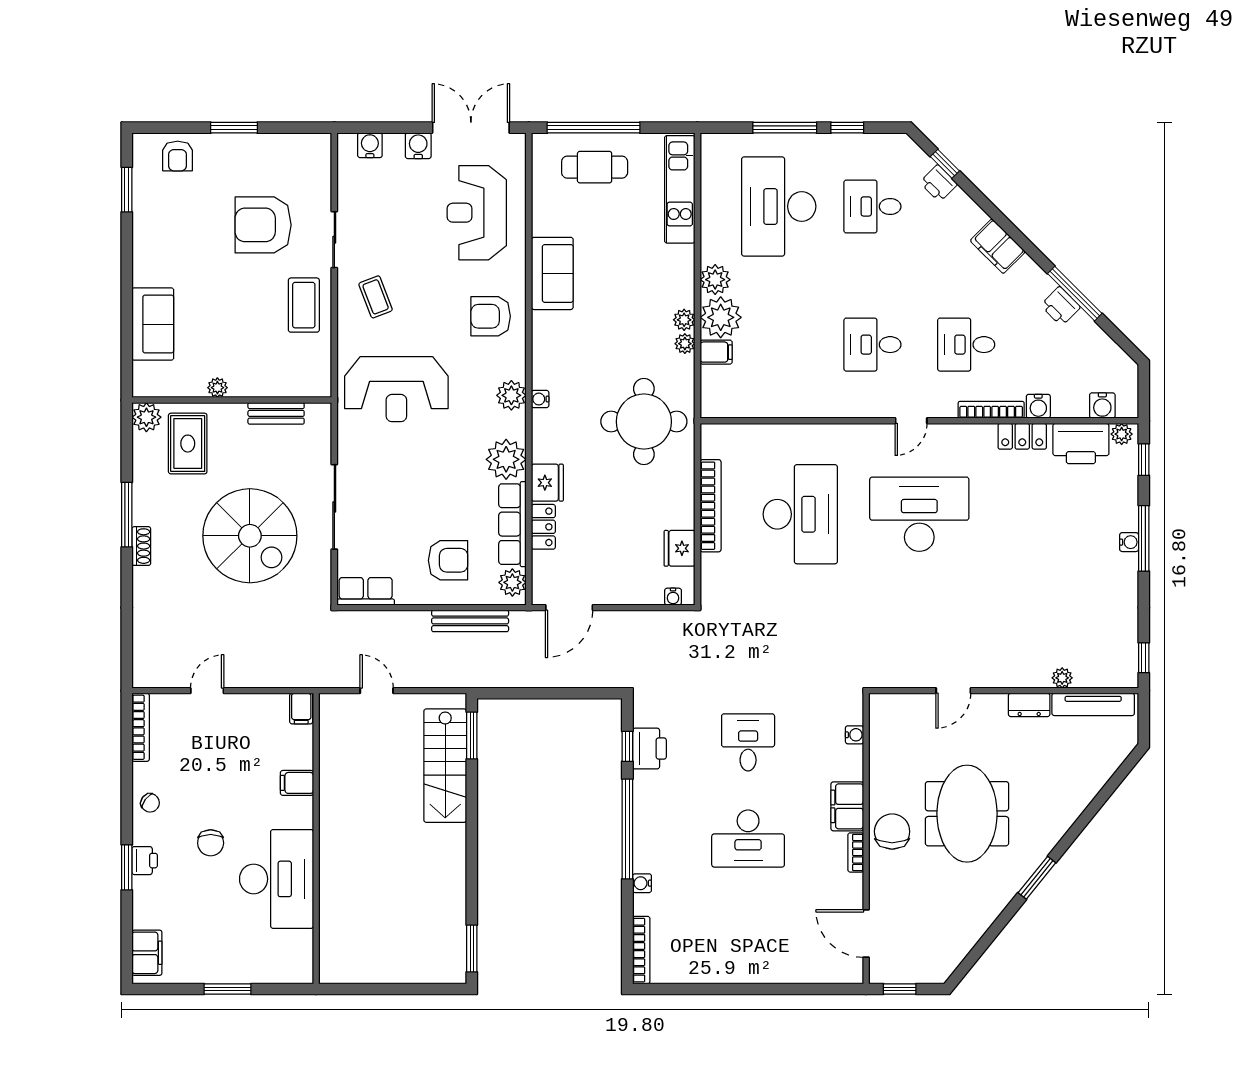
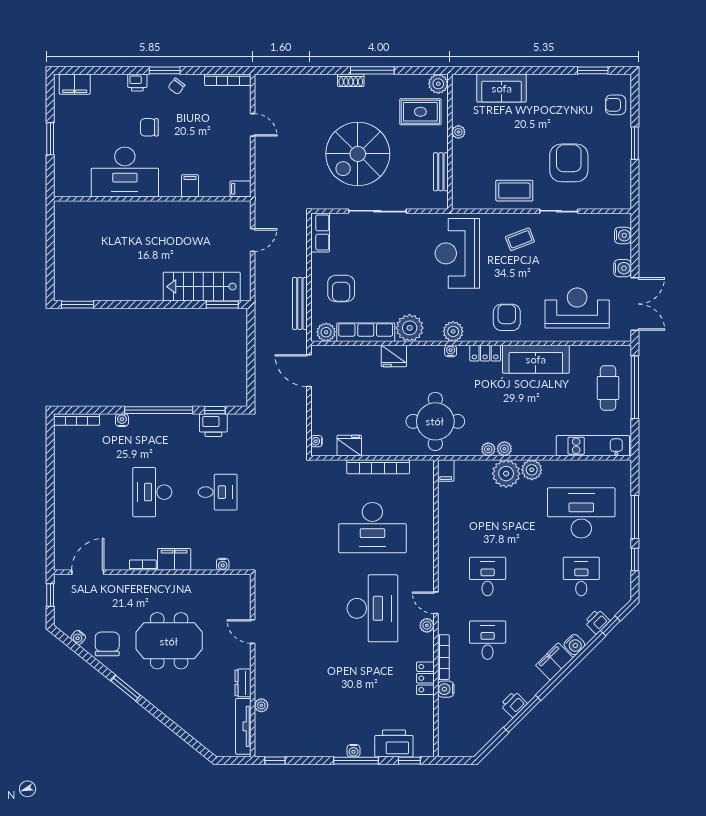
sofa: (552, 273) -> (536, 359), width x1.36
filing cabinet: (716, 352) -> (446, 470), moved
water cooler: (1102, 406) -> (574, 645), moved, turned -135
plant: (1122, 434) -> (427, 625), moved
printer: (1081, 444) -> (394, 743), moved, turned 90
locker: (543, 527) -> (485, 353), moved
chair: (892, 831) -> (107, 644), moved, turned -90
window: (127, 867) -> (165, 70), moved
water cooler: (962, 948) -> (78, 637), added

